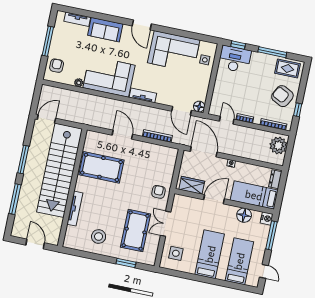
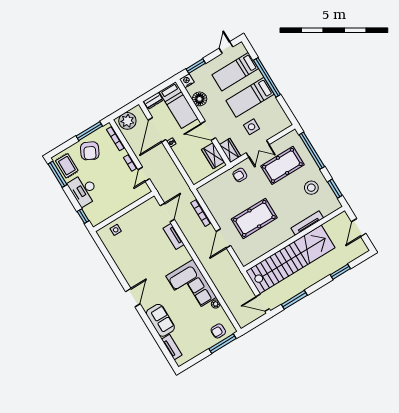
window: (48, 41) -> (222, 344), moved
corner sofa: (174, 51) -> (130, 258), removed
window: (272, 52) -> (57, 174), moved
desk: (235, 59) -> (84, 190), moved
tv unit: (143, 95) -> (174, 236), moved
floor lamp: (199, 107) -> (152, 203), removed
window: (298, 110) -> (89, 131), width x2.17
door: (204, 152) -> (157, 130), moved
window: (23, 160) -> (294, 300), moved
pool table: (101, 167) -> (254, 218), moved, turned 90
window: (15, 199) -> (340, 272), width x0.69
wardrobe: (184, 202) -> (230, 150), added
window: (271, 235) -> (196, 66), width x0.69
side table: (176, 253) -> (252, 127), moved
window: (81, 254) -> (335, 189), added
window: (126, 263) -> (312, 151), width x2.11
window: (213, 281) -> (267, 77), added

